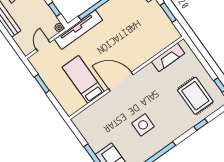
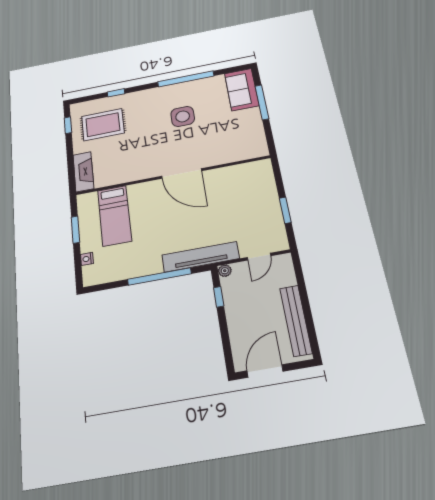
fireplace: (168, 57) -> (83, 172), moved, turned 90
bed: (83, 79) -> (115, 216), moved
rug: (195, 96) -> (103, 125), turned 90

